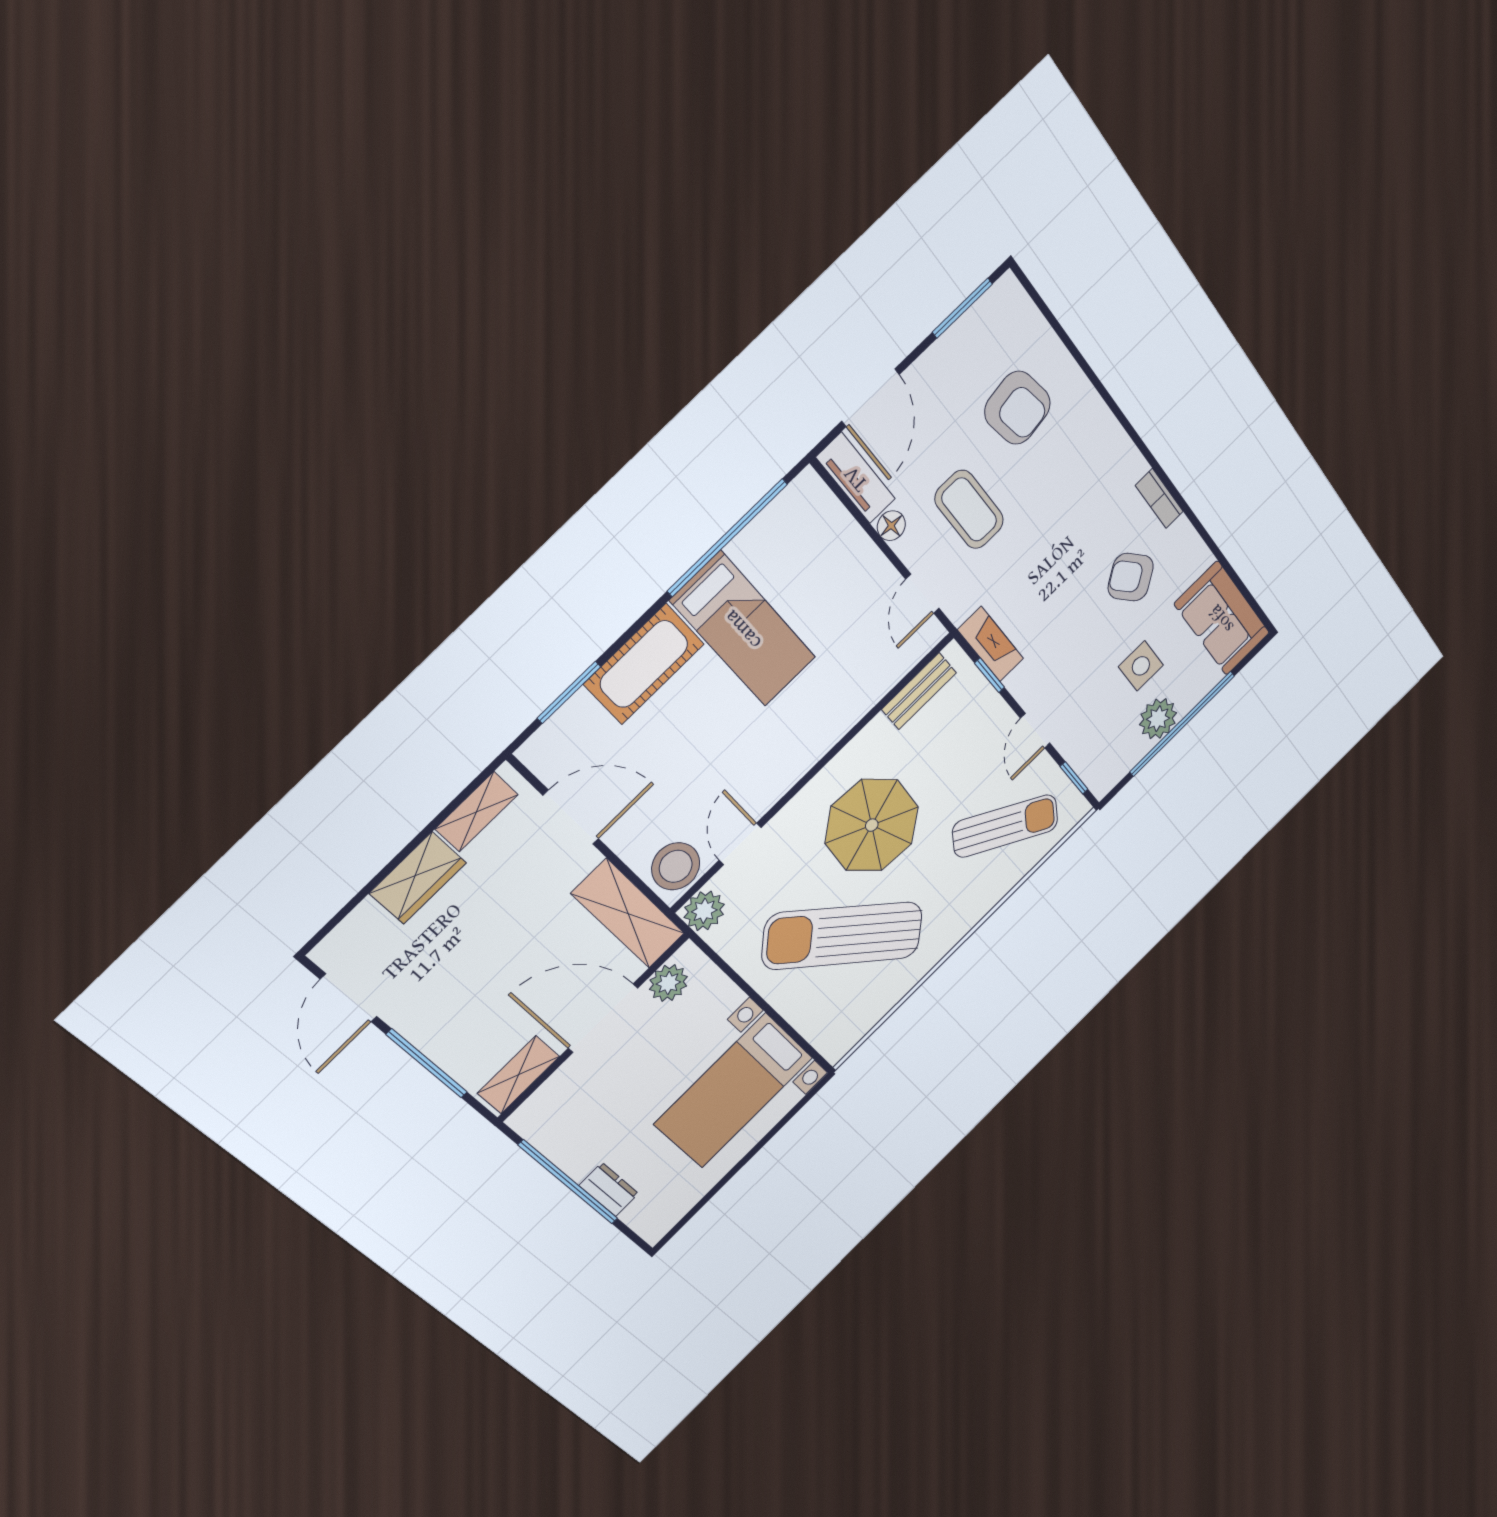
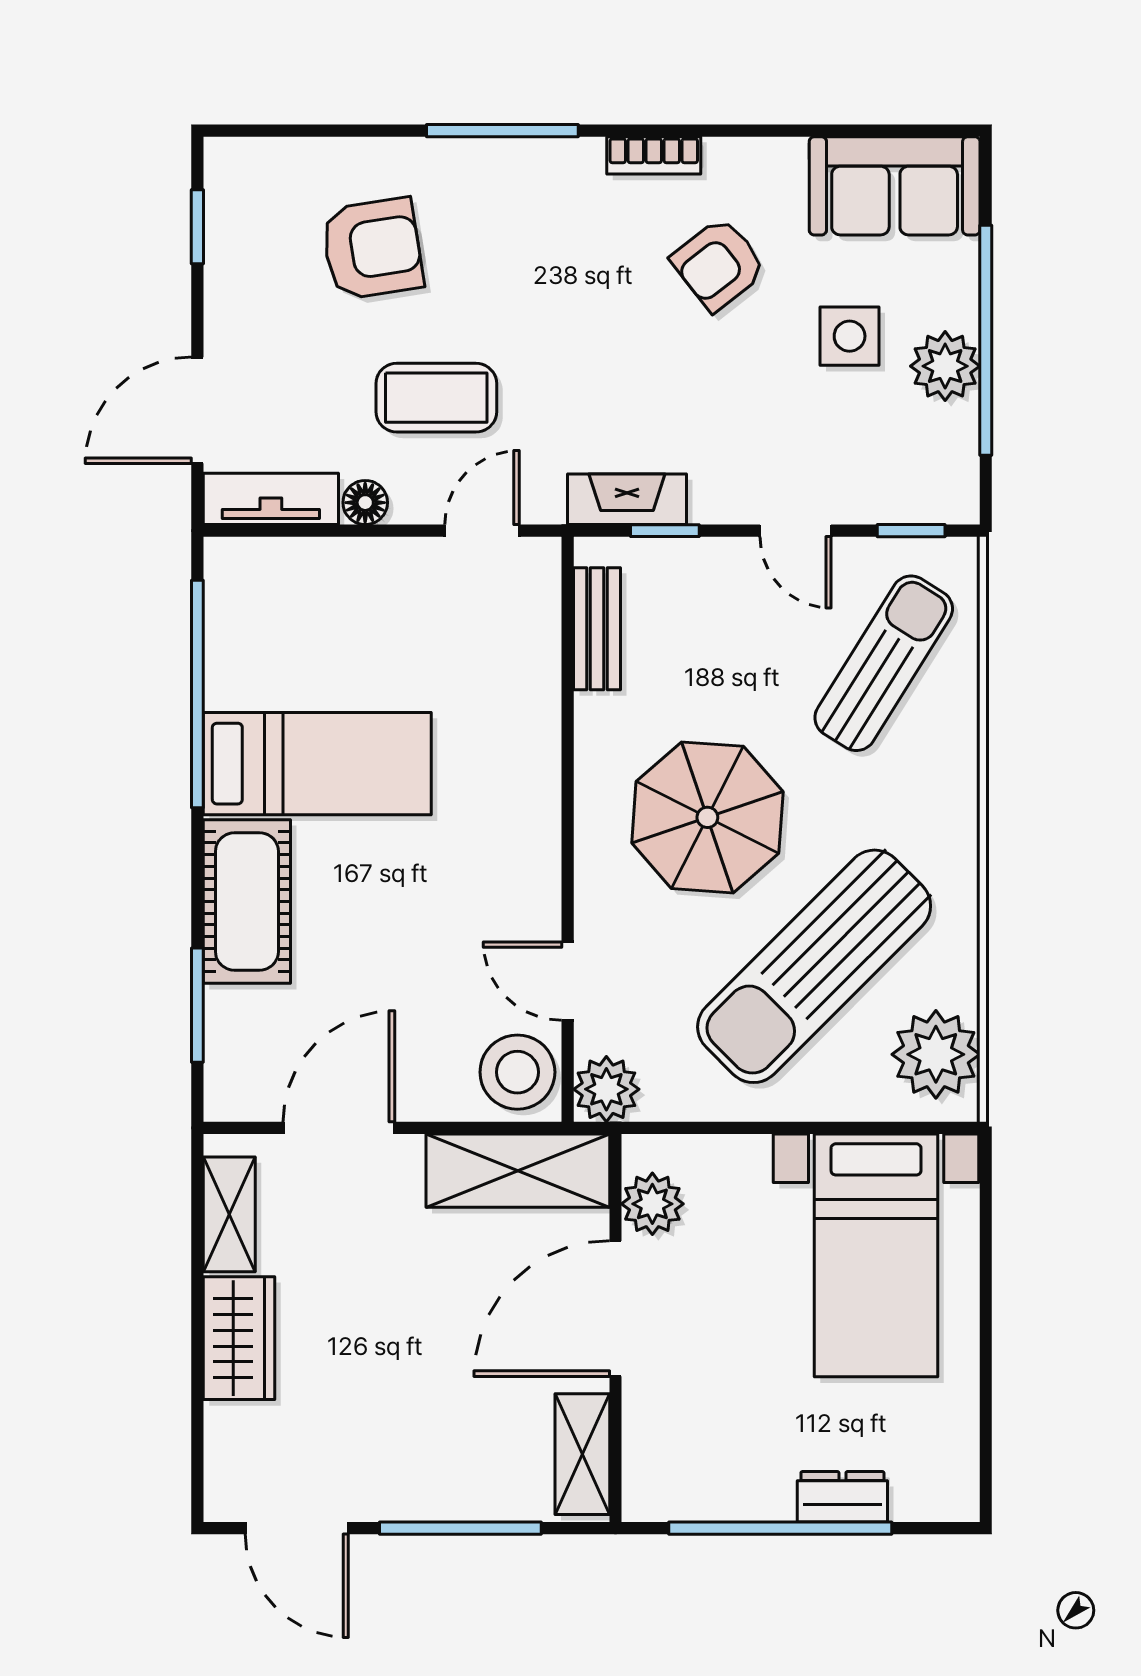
window: (962, 308) -> (197, 227), width x0.67
door: (870, 398) -> (197, 410), swing flipped
window: (1120, 416) -> (502, 131), added
door: (922, 594) -> (482, 531), swing flipped
plant: (848, 1021) -> (936, 1054), added

